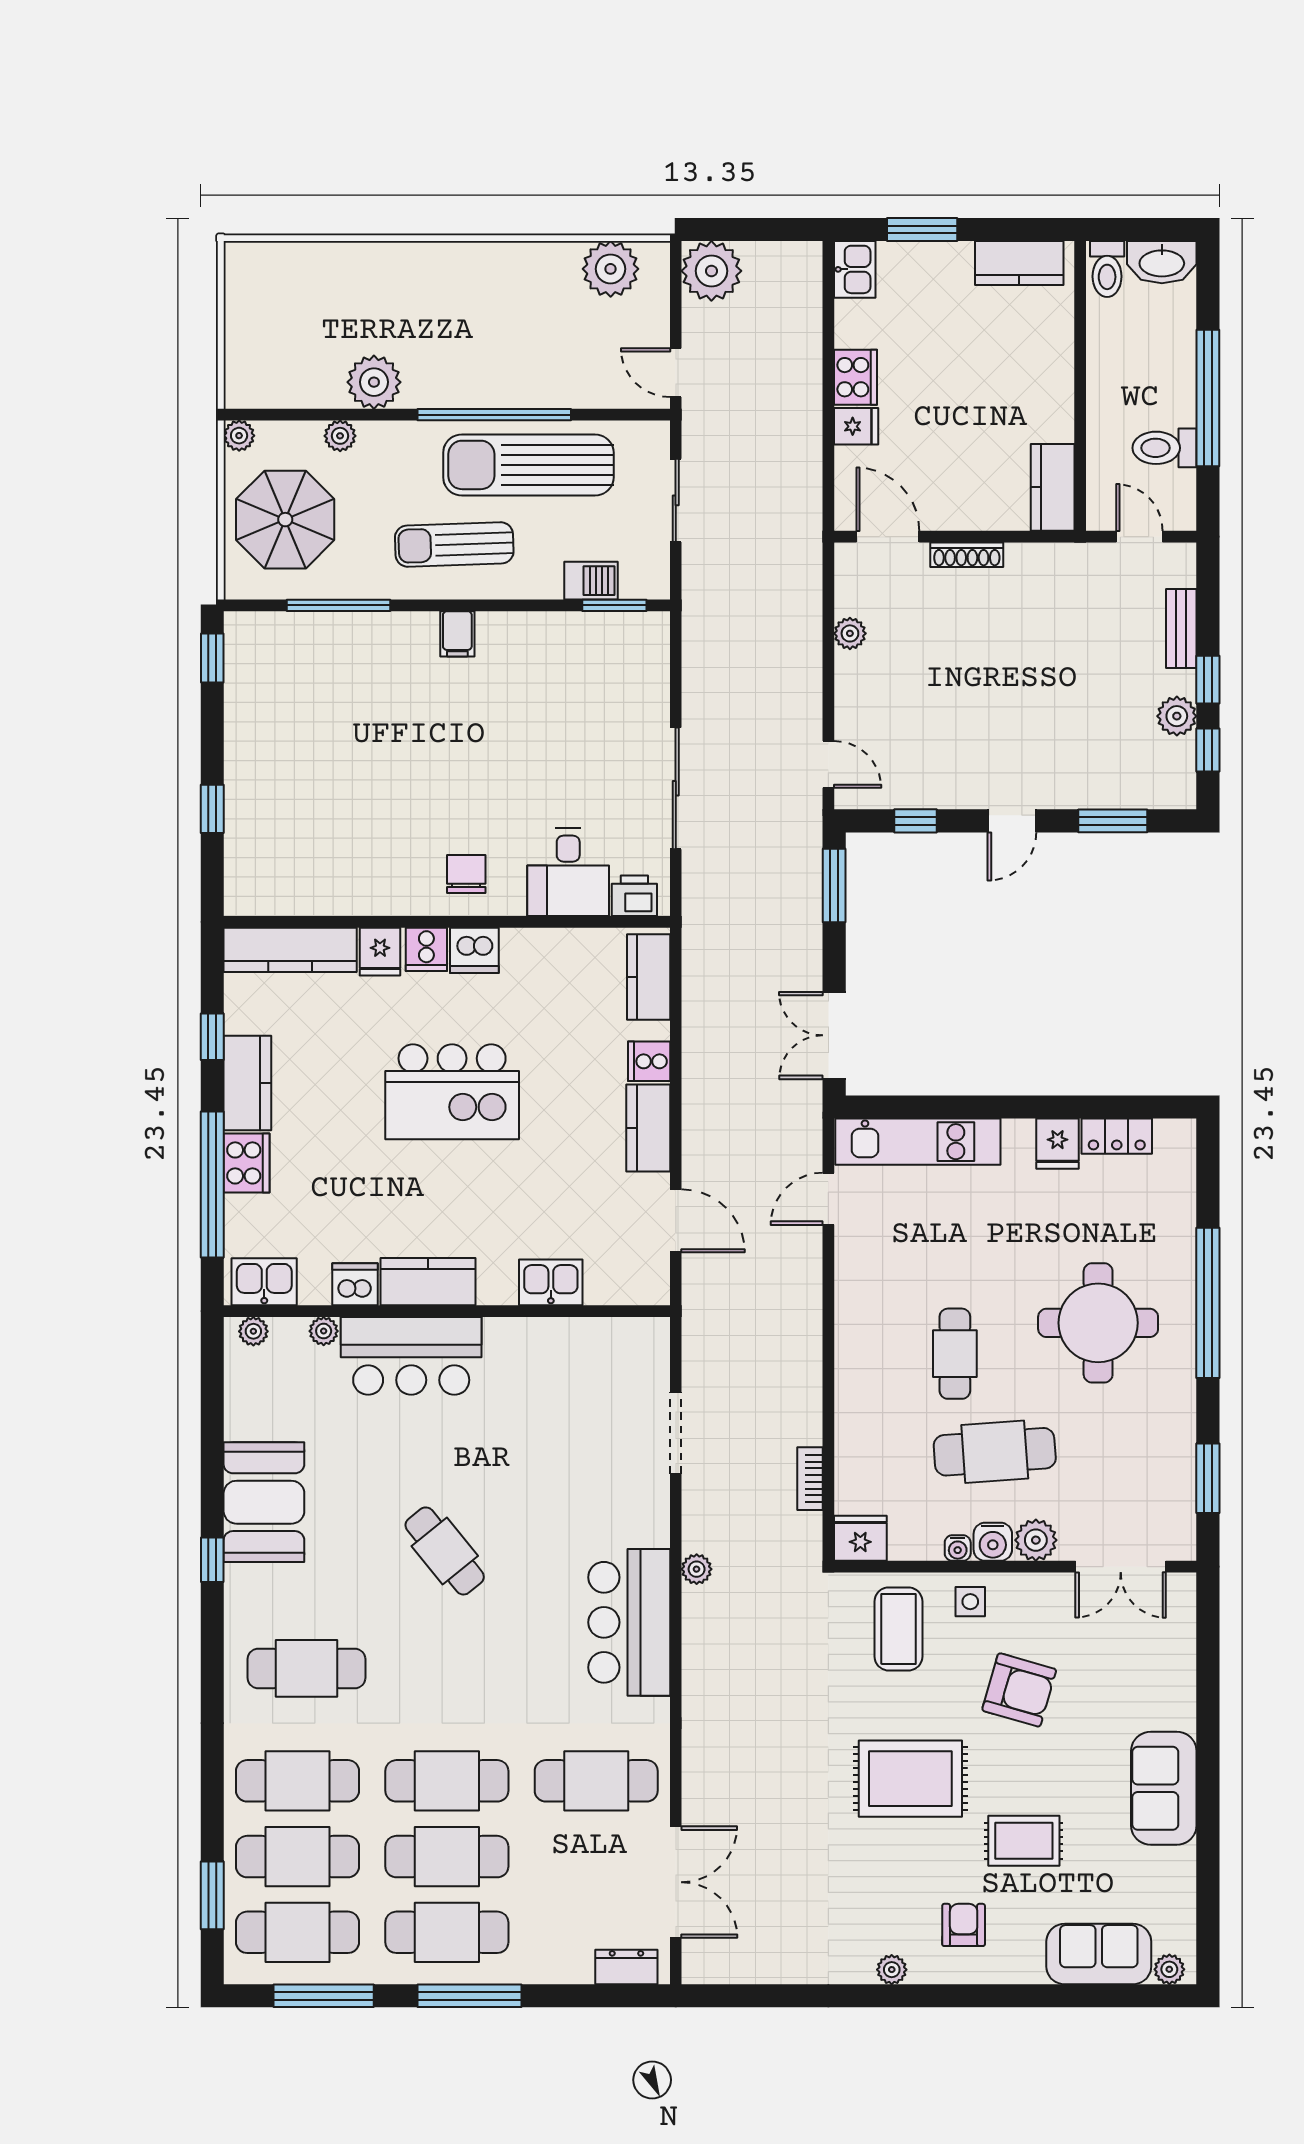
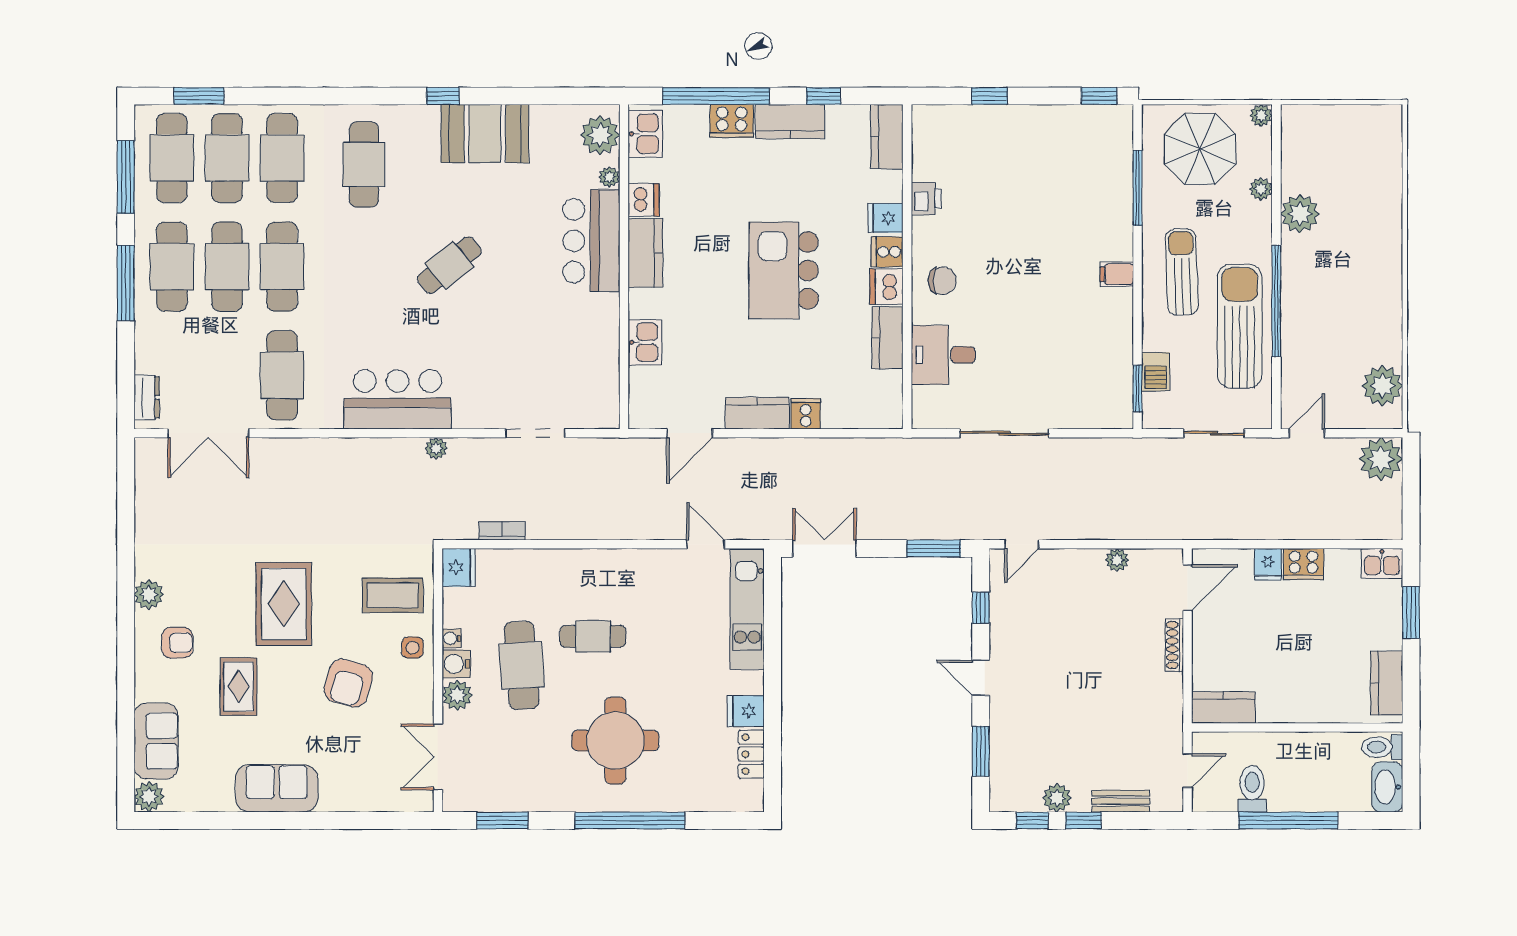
printer: (634, 896) -> (926, 198), moved
kitchen counter: (290, 950) -> (887, 137), width x0.67
kitchen counter: (649, 977) -> (887, 338), moved, turned -90
plant: (253, 1331) -> (600, 135), width x1.88, depth x1.88
plant: (1169, 1969) -> (149, 796), width x1.38, depth x1.38
plant: (892, 1970) -> (149, 594), width x1.38, depth x1.38

